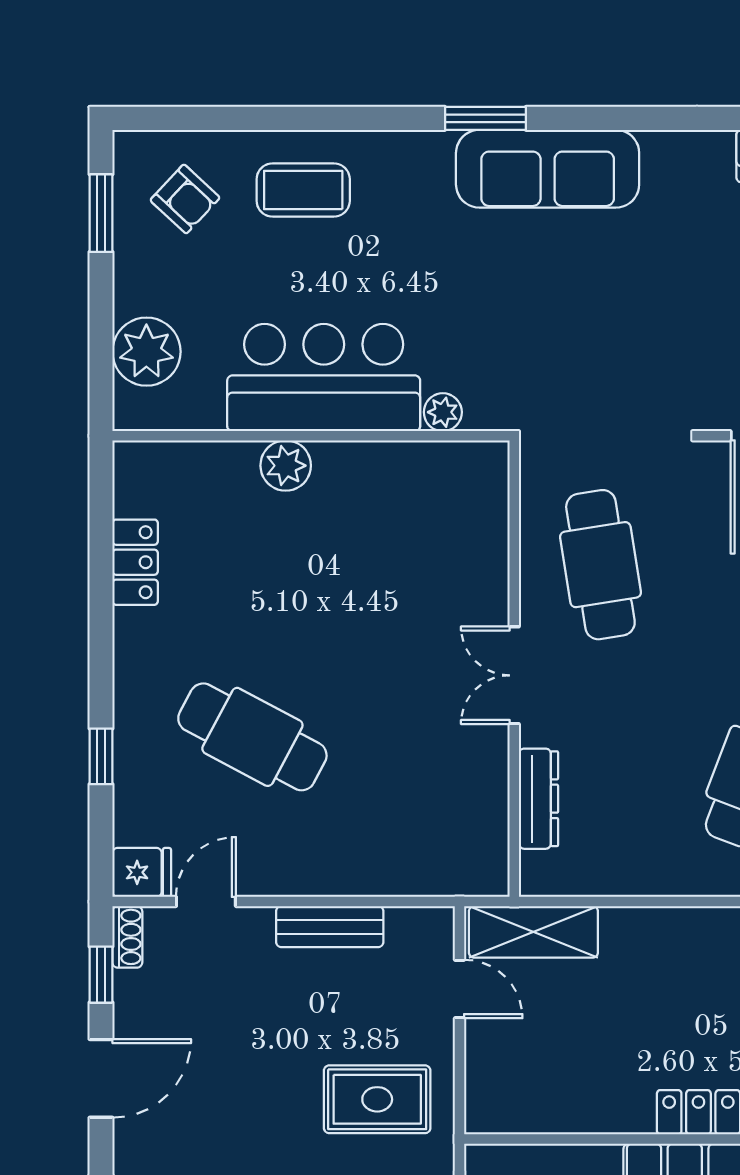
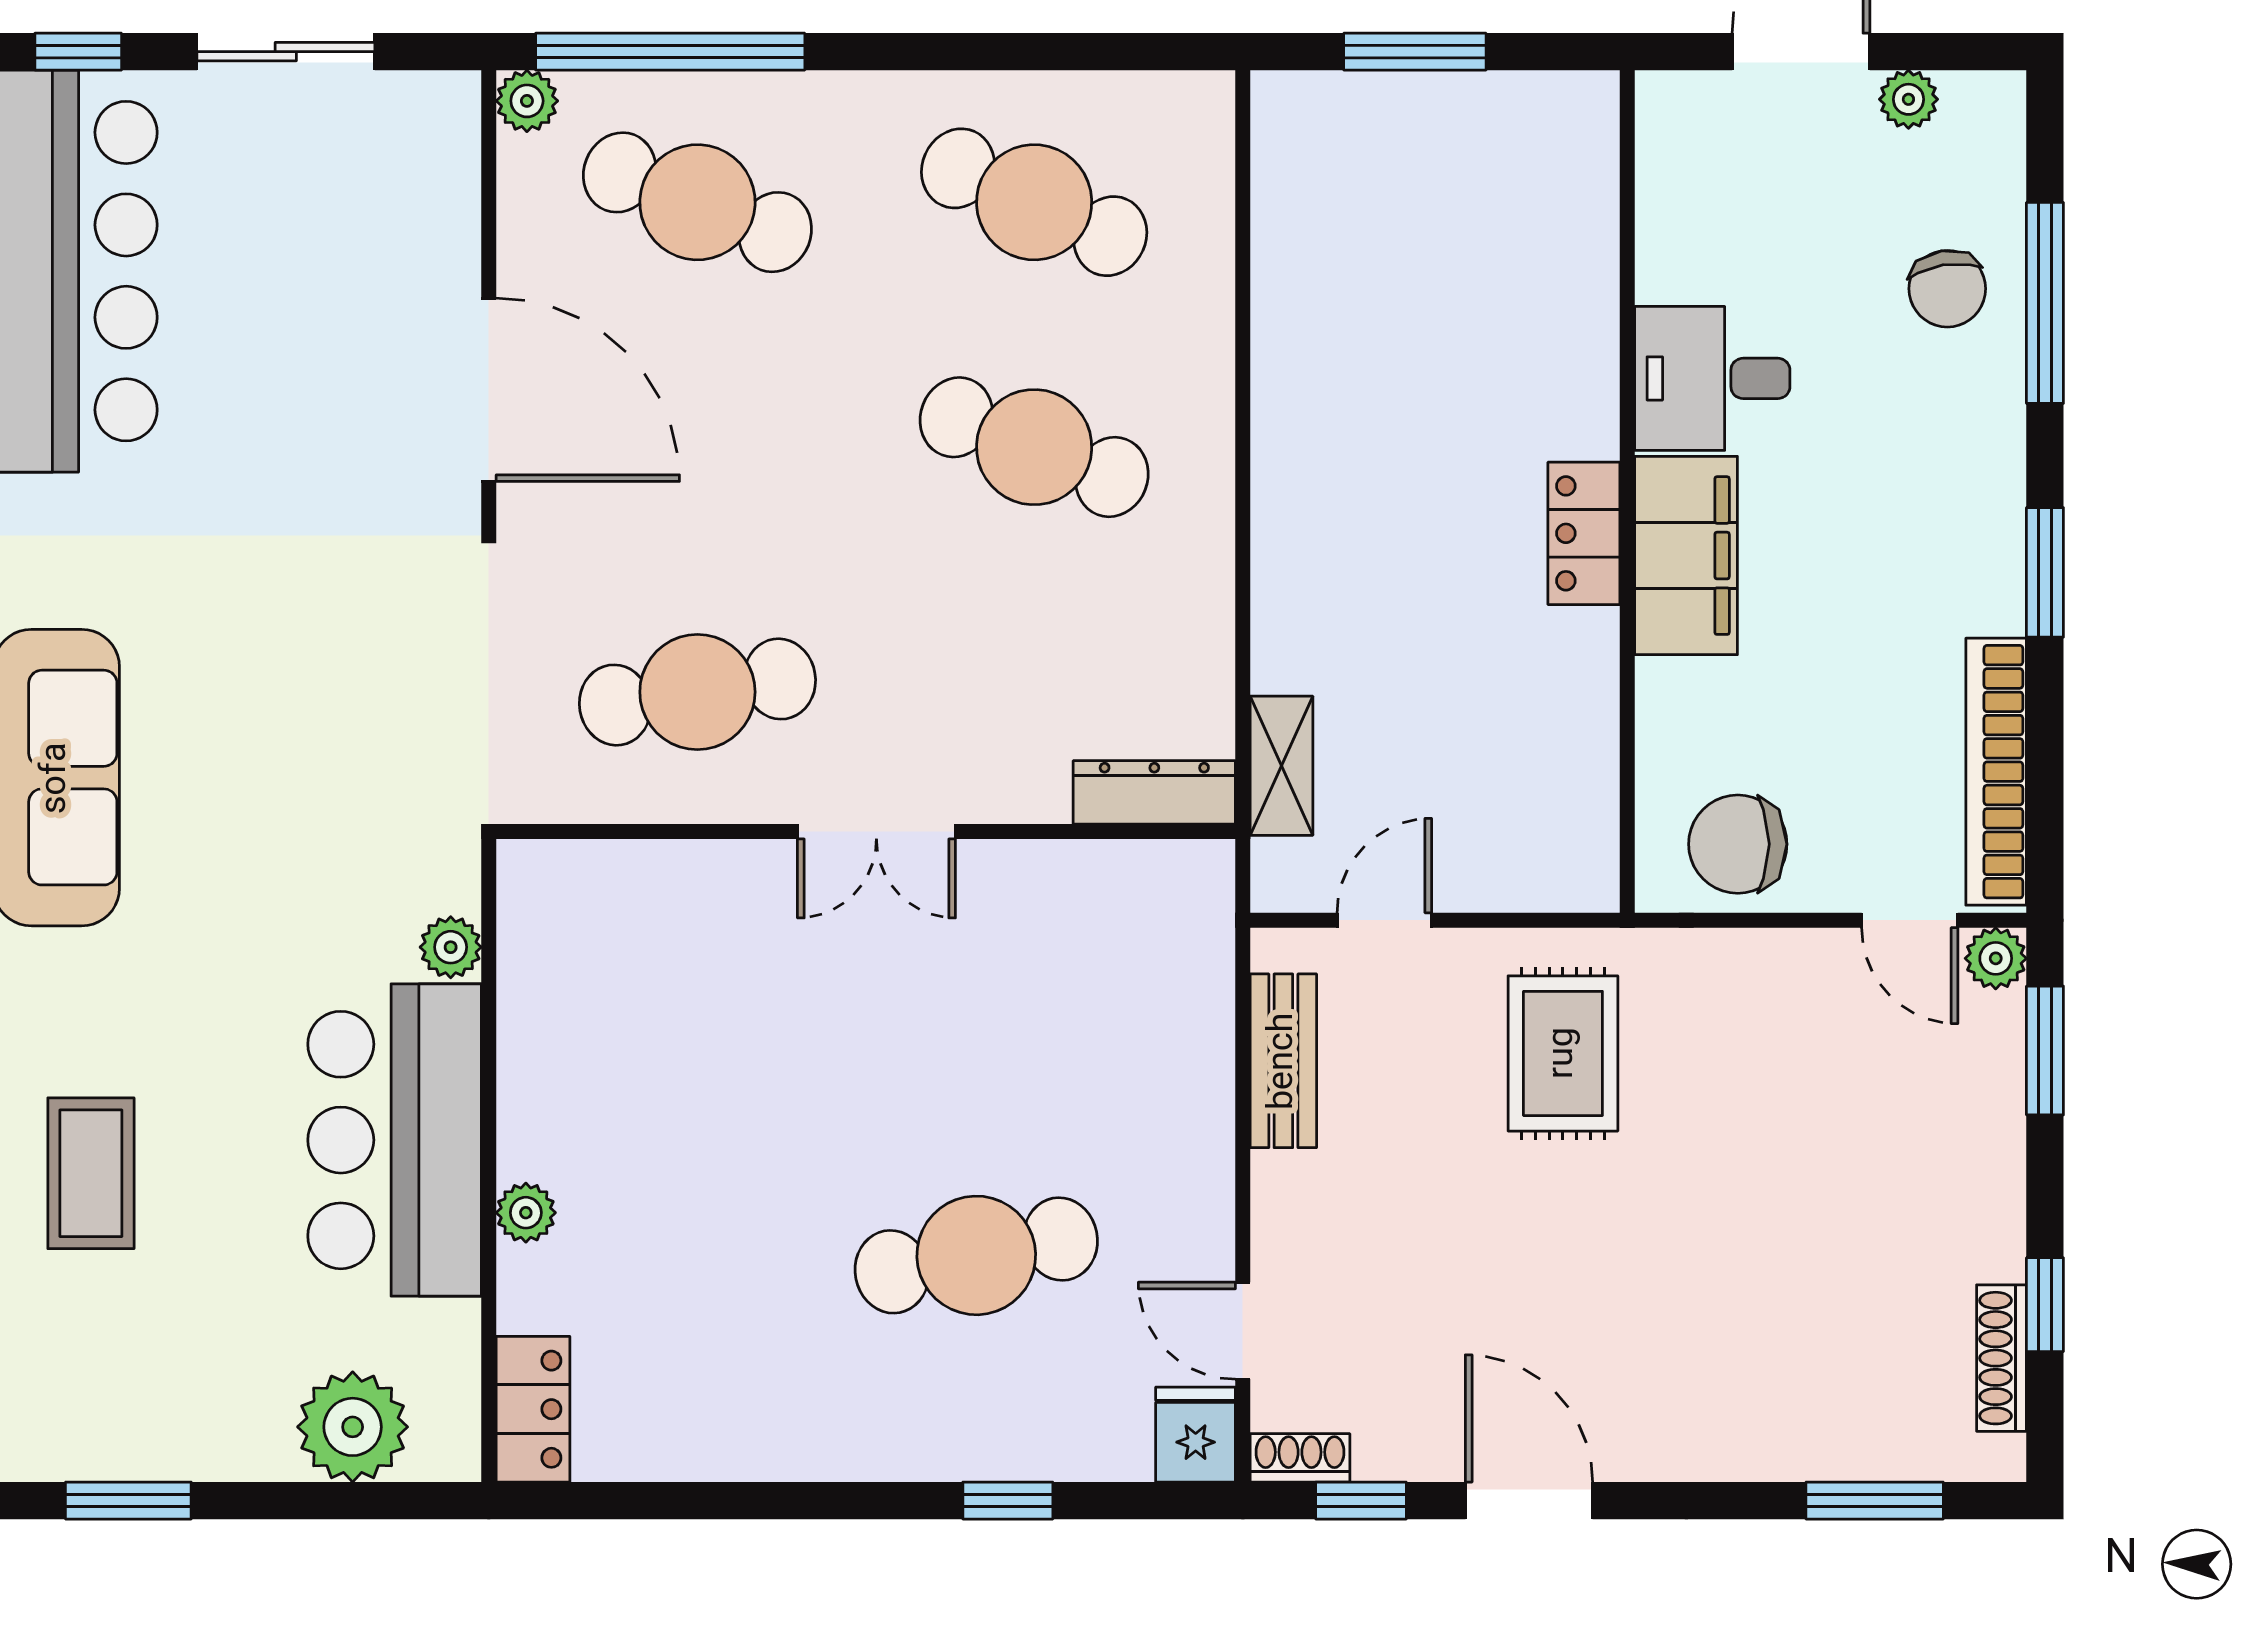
armchair: (185, 199) -> (105, 1365), removed
plant: (286, 466) -> (526, 1213), width x0.73, depth x0.73
locker: (135, 562) -> (533, 1409), moved, turned 90
cafe table: (252, 737) -> (976, 1255), turned 51
dresser: (538, 799) -> (1154, 792), moved
bench: (330, 927) -> (1283, 1061), moved
shelving: (533, 932) -> (1282, 766), width x0.67, depth x0.75

